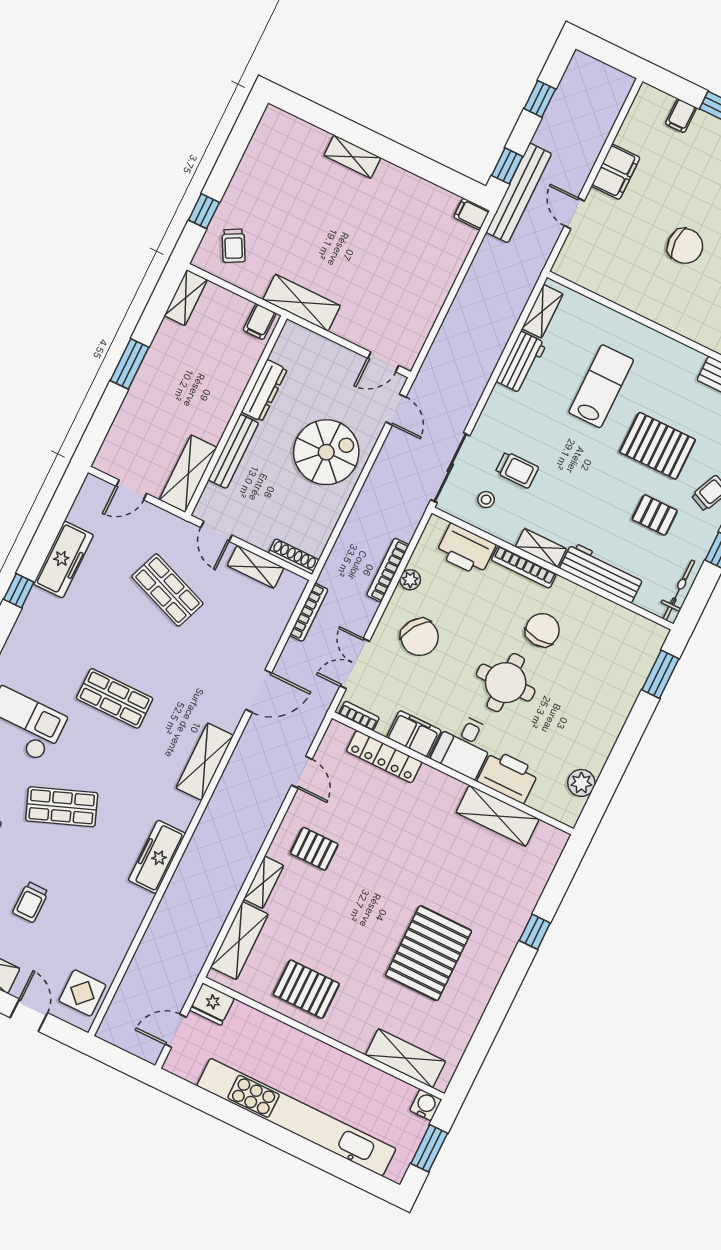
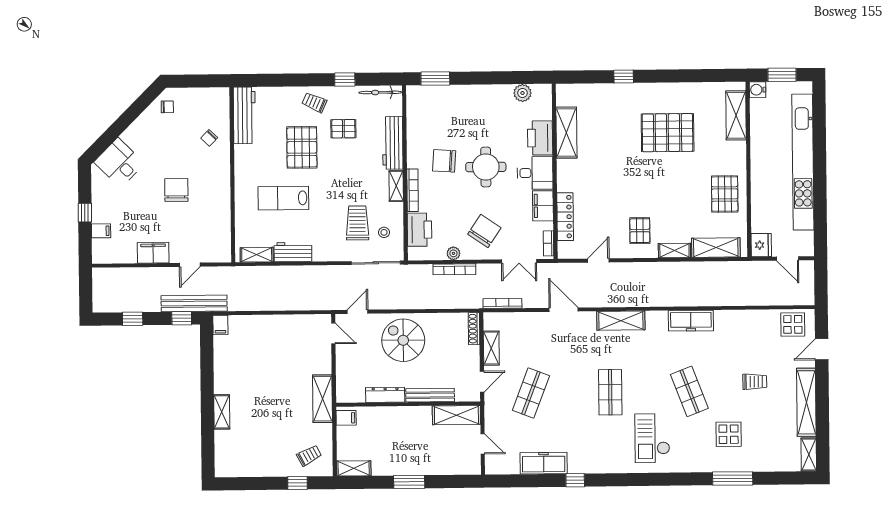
trolley: (517, 470) -> (357, 223), width x1.36, depth x1.39
pallet: (655, 515) -> (343, 129), turned 90

